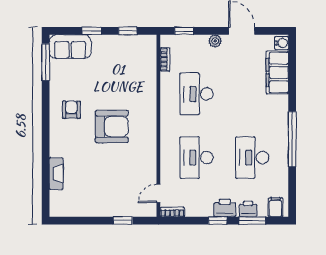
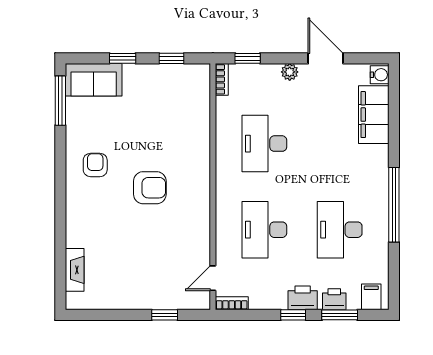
bookcase: (165, 59) -> (222, 79), moved
armchair: (112, 127) -> (150, 188), width x0.73, depth x0.73
fireplace: (56, 174) -> (75, 270), moved

